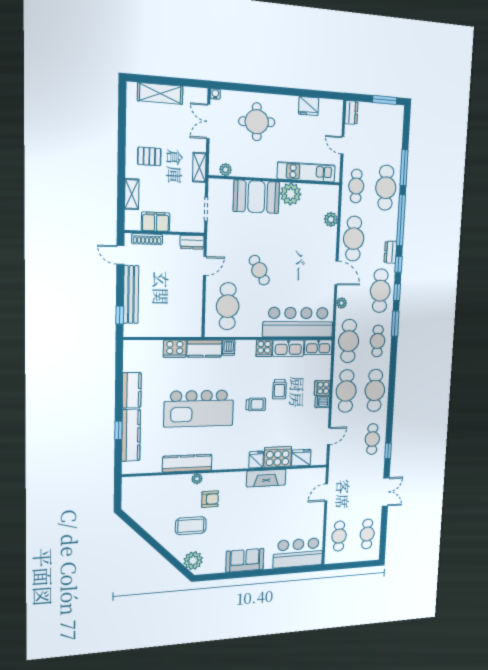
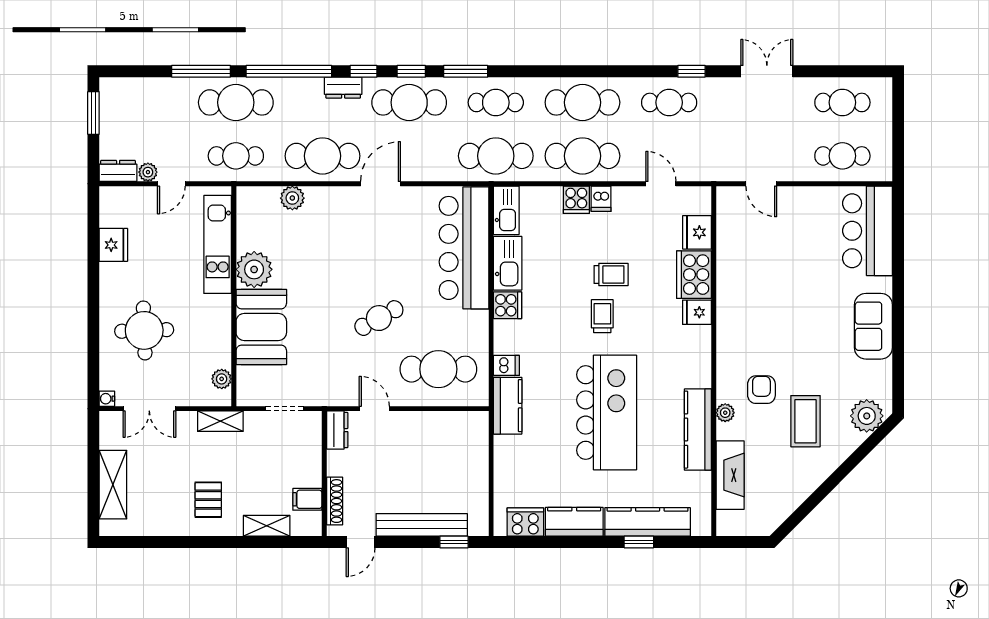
filing cabinet: (156, 222) -> (307, 499), width x0.50
plant: (342, 303) -> (148, 172), moved
cooker: (175, 349) -> (525, 522), moved, turned -90
trolley: (279, 389) -> (611, 274), moved
fireplace: (266, 478) -> (730, 475), moved

